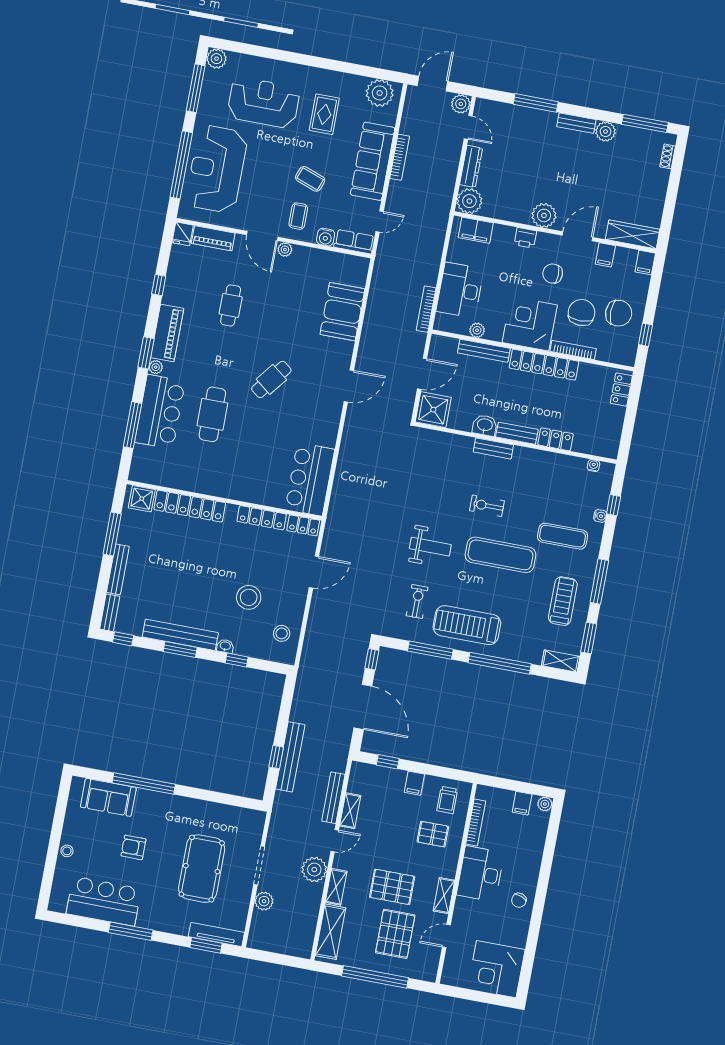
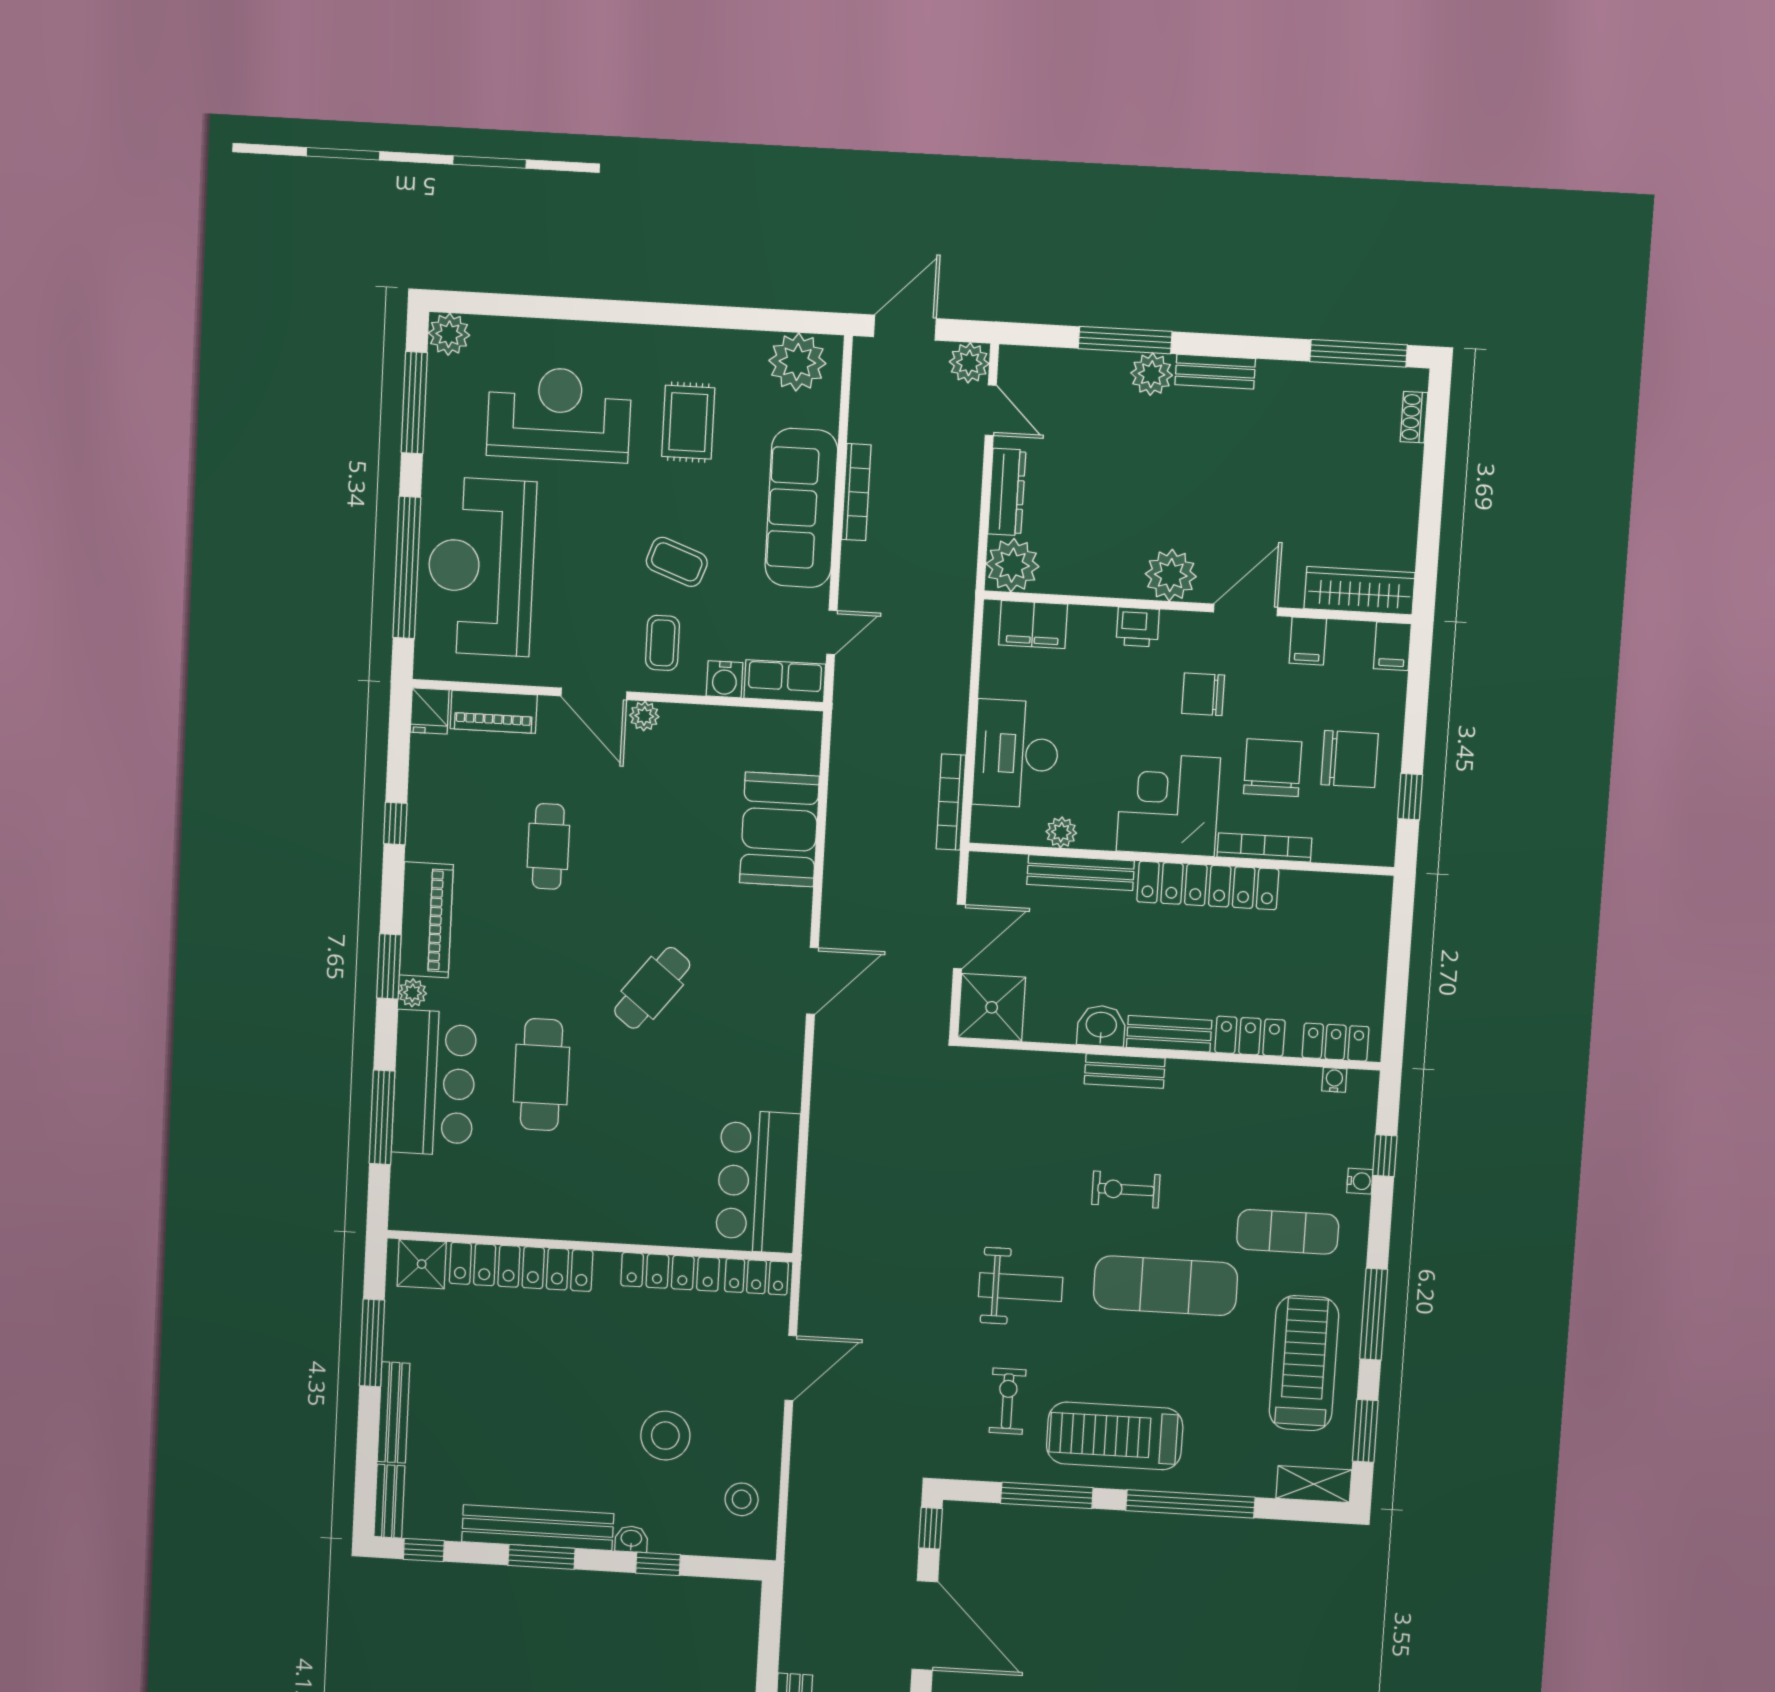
plant: (605, 131) -> (1152, 374), moved
locker: (621, 390) -> (1336, 1042), moved, turned 90
treadmill: (563, 601) -> (1304, 1363), width x1.37, depth x1.38

